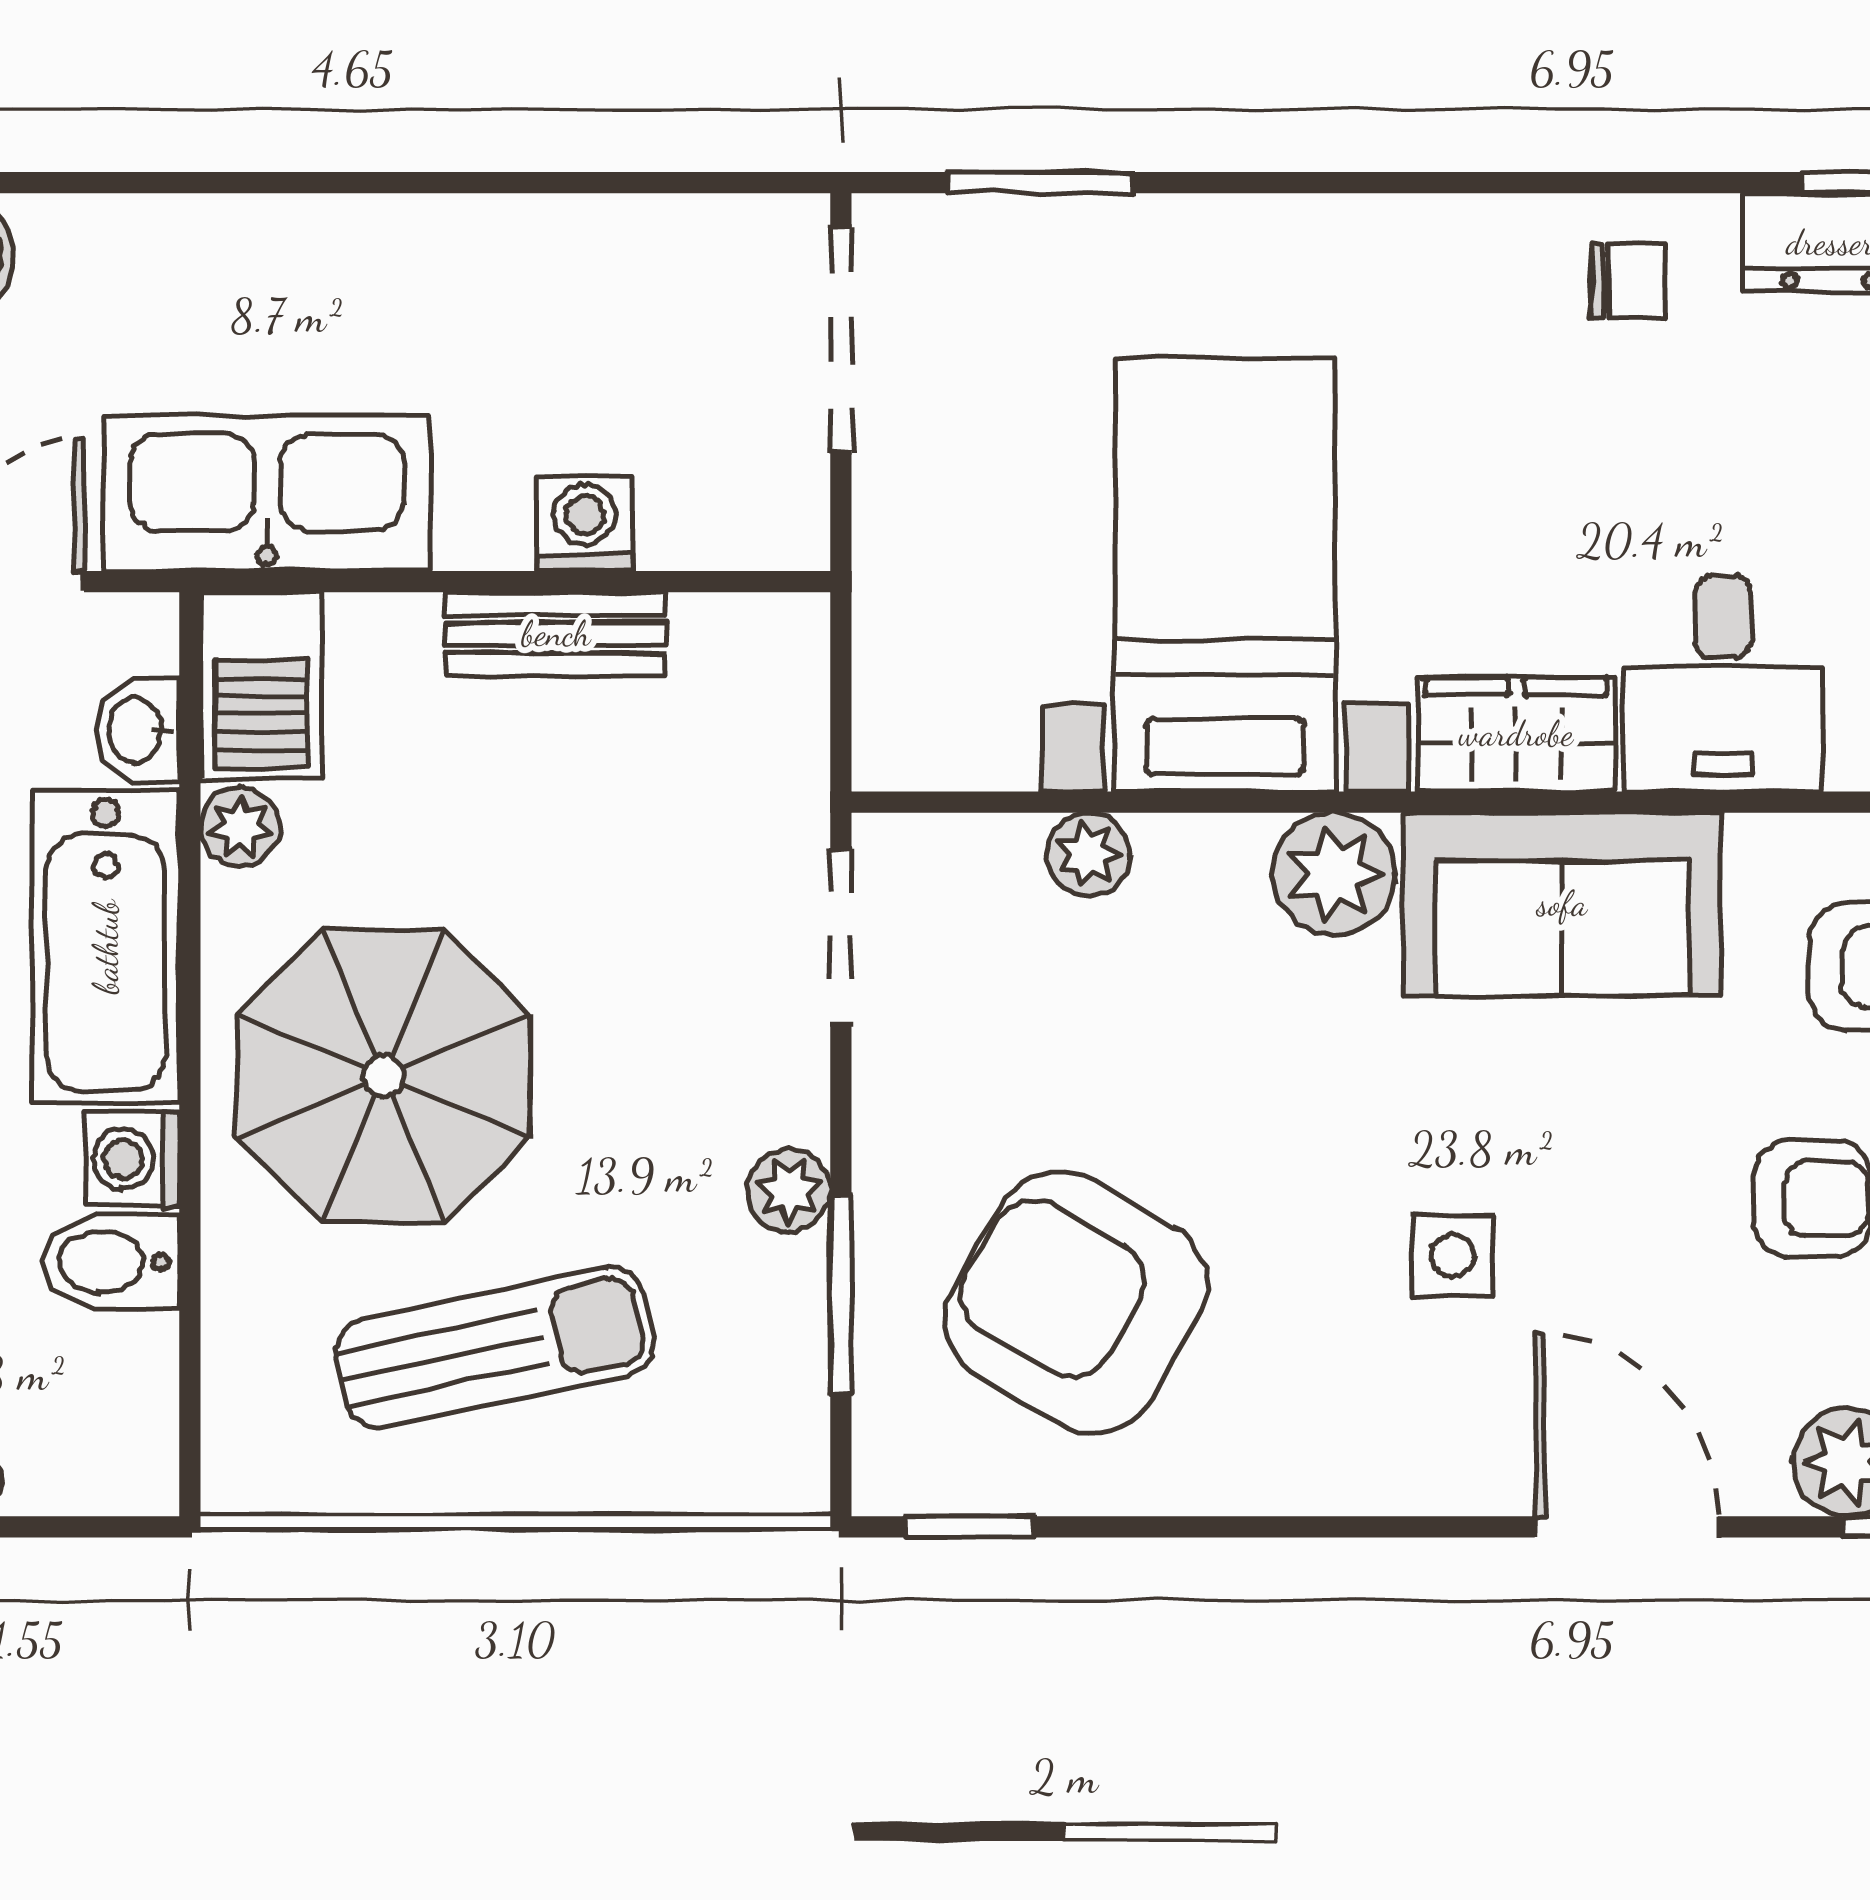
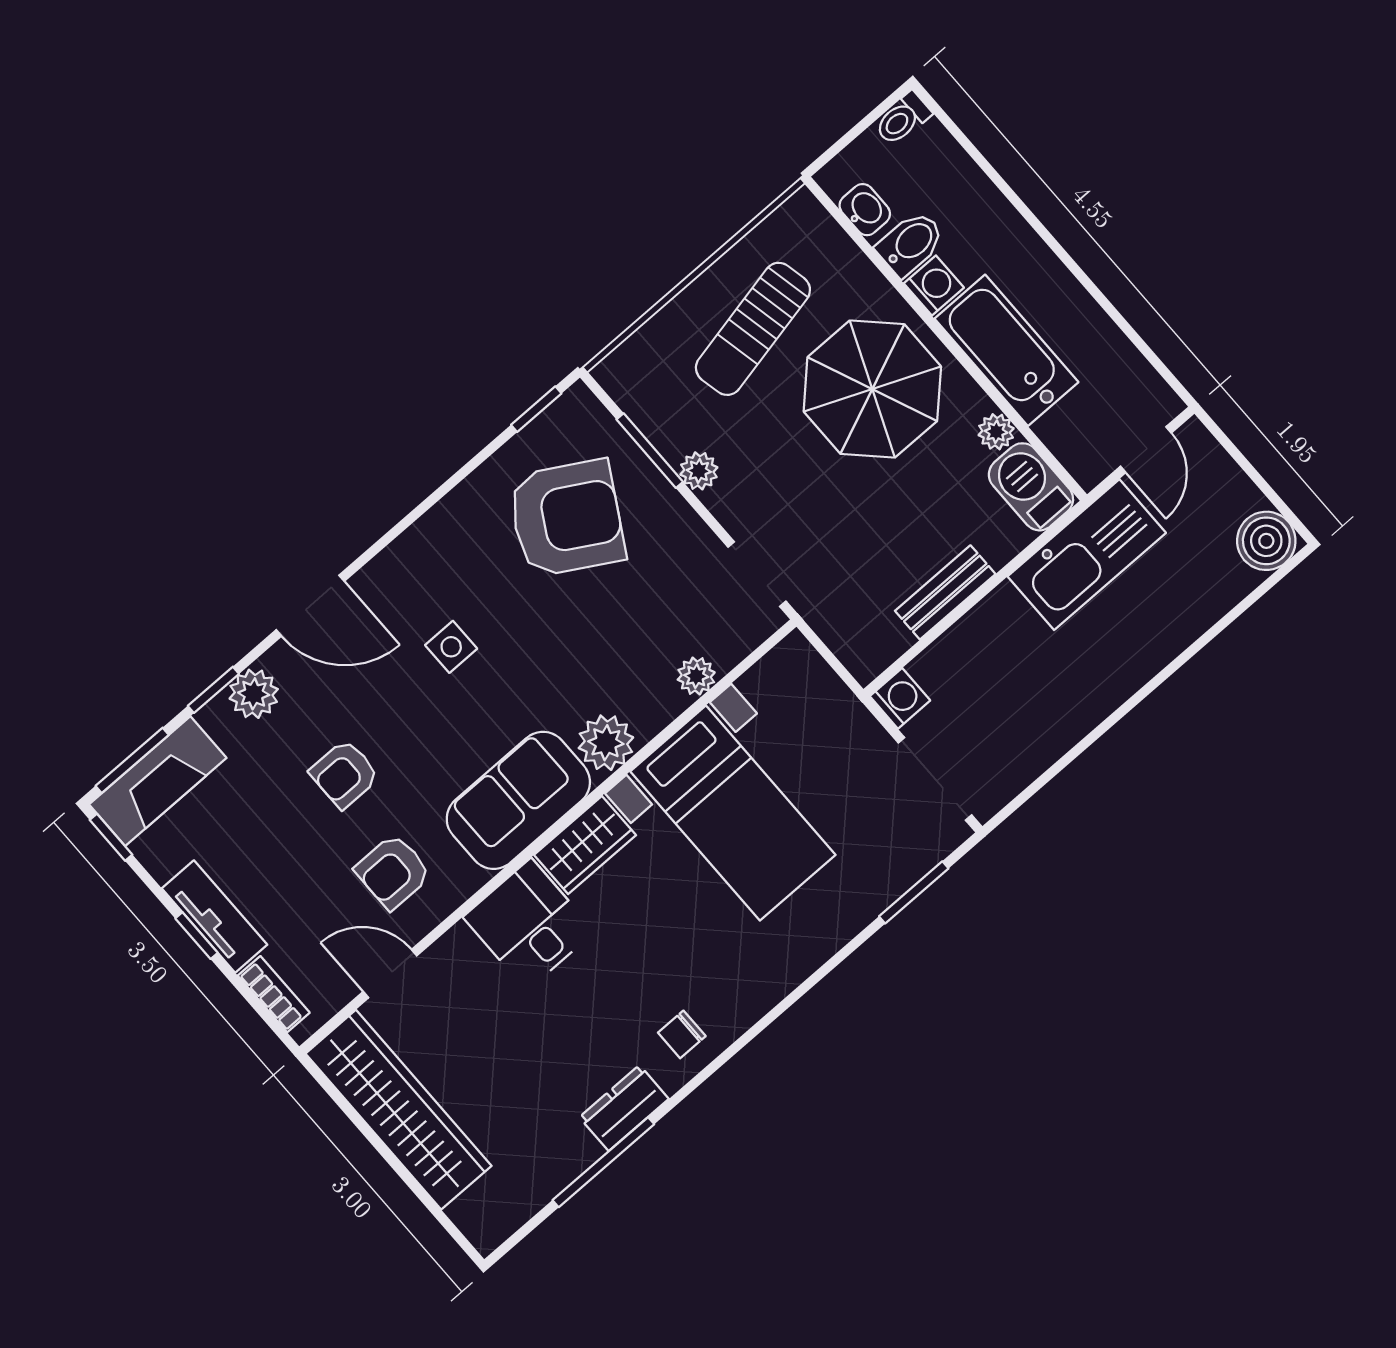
washing machine: (585, 524) -> (900, 698), moved, turned -90
washbasin: (138, 730) -> (865, 210), moved

